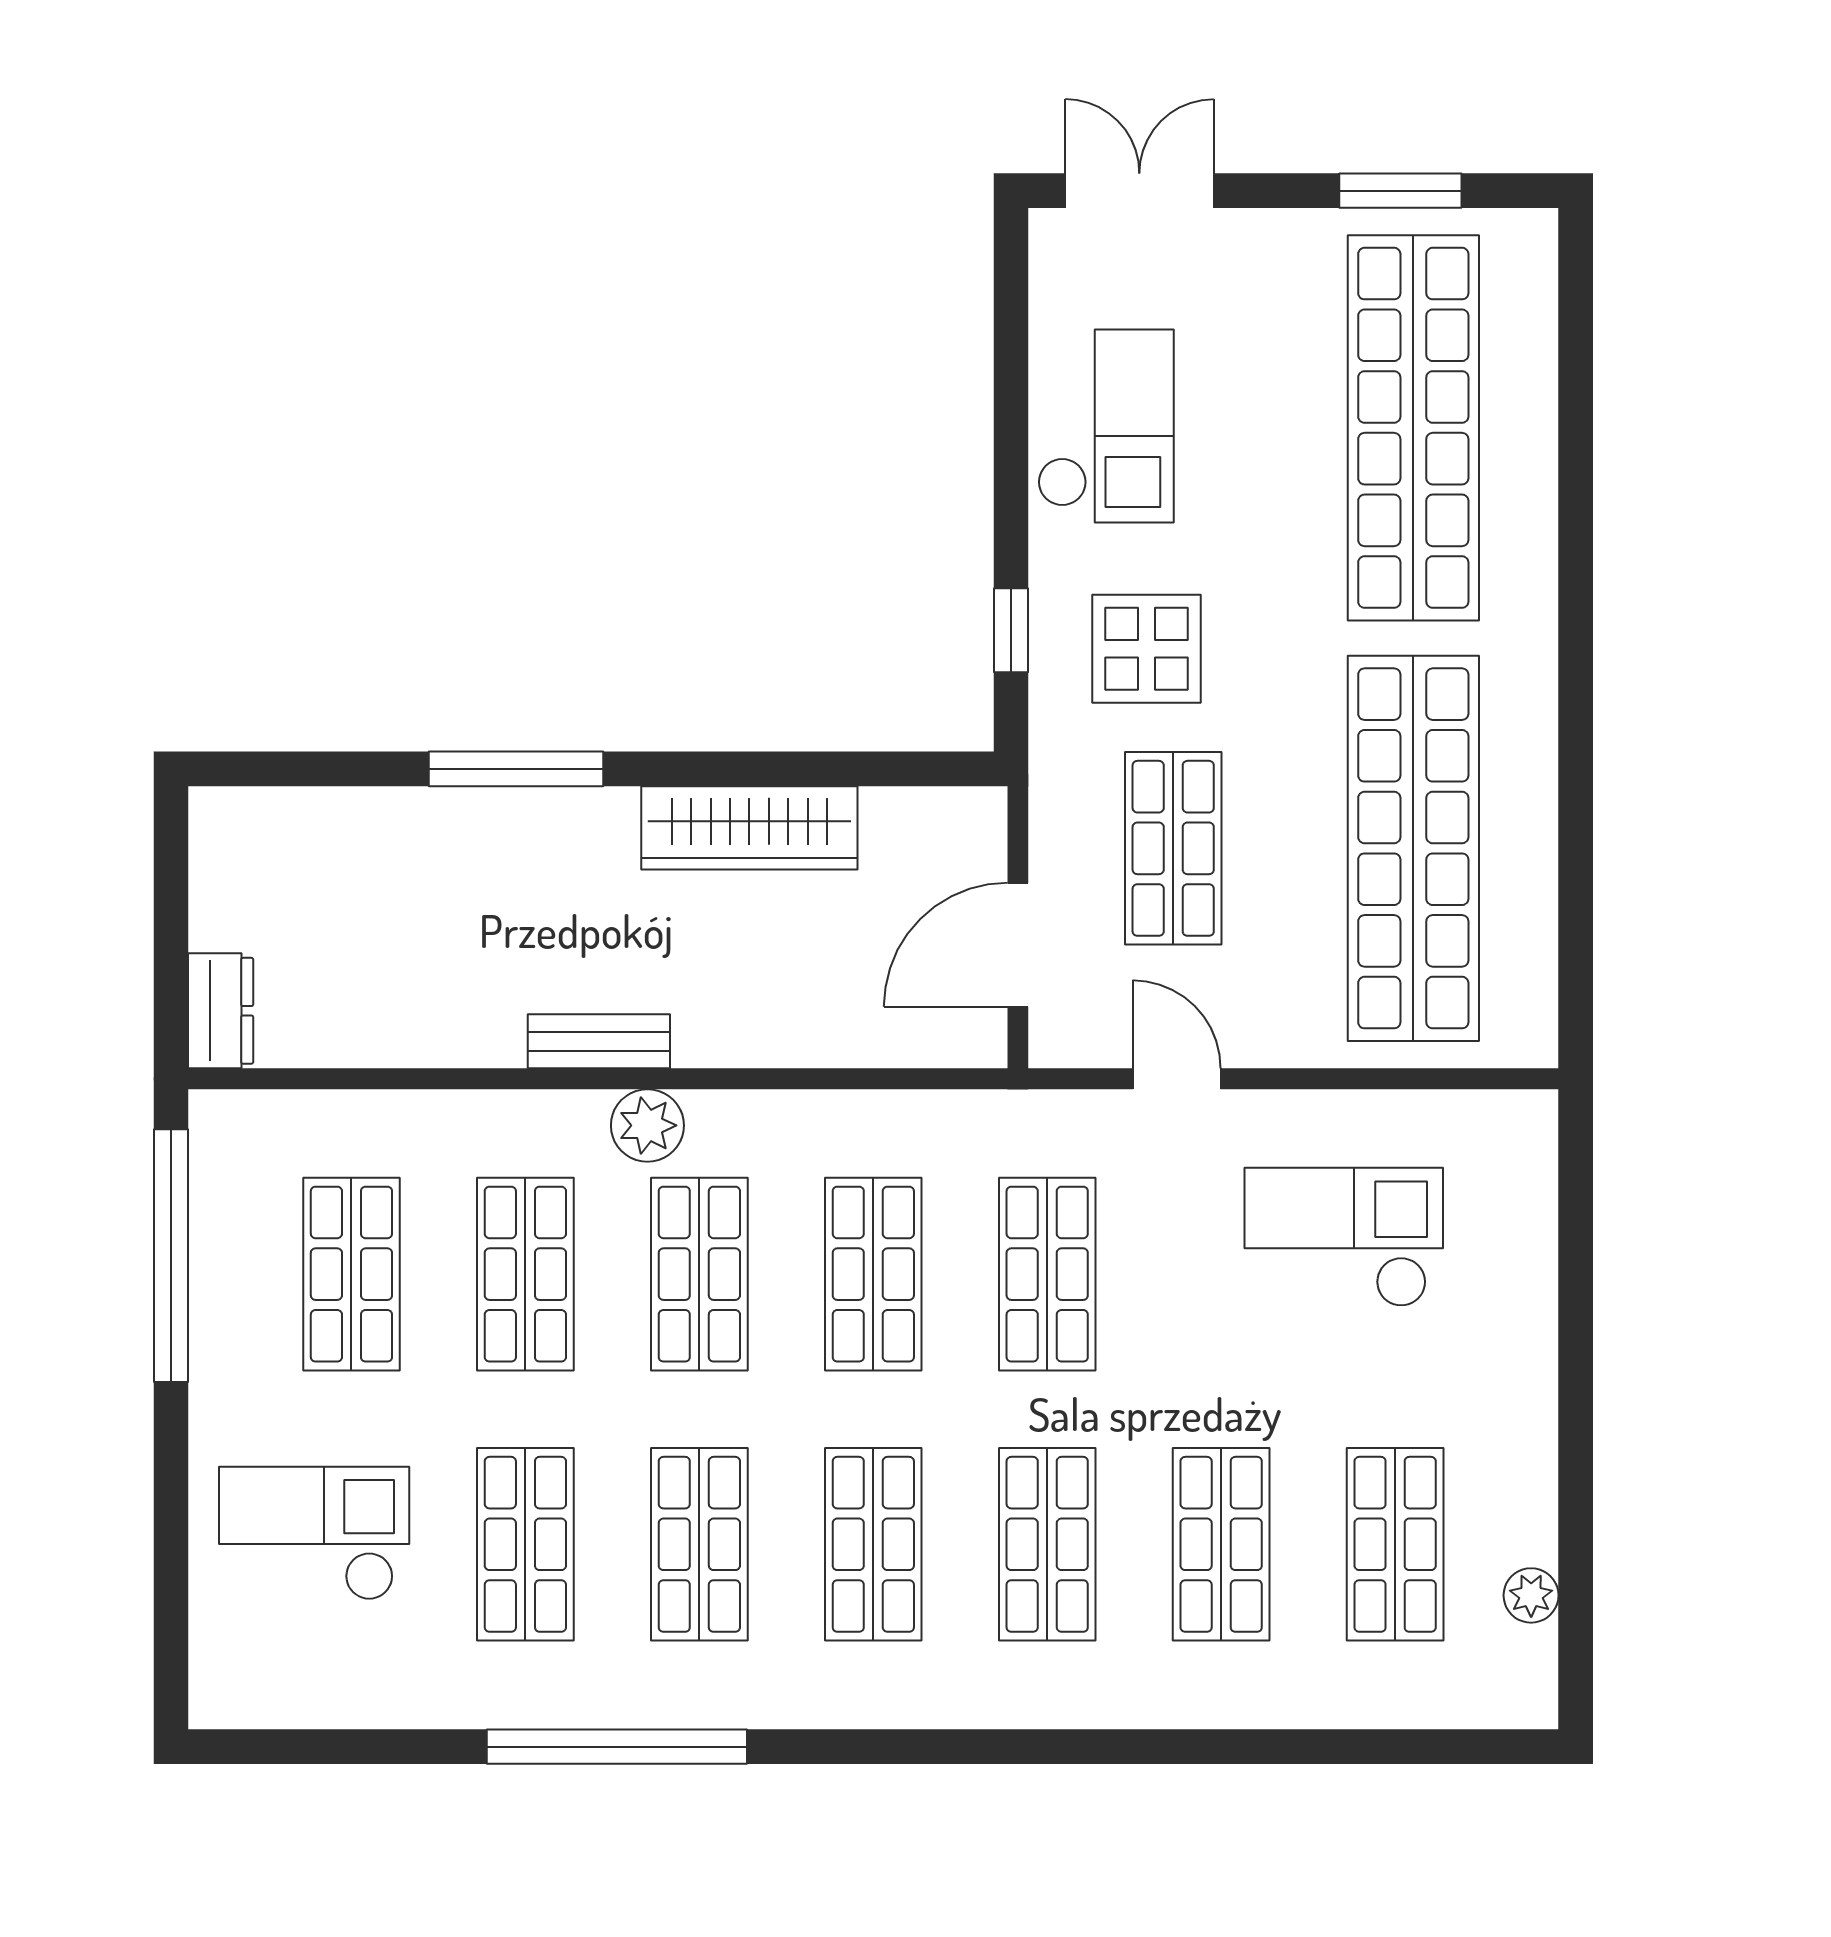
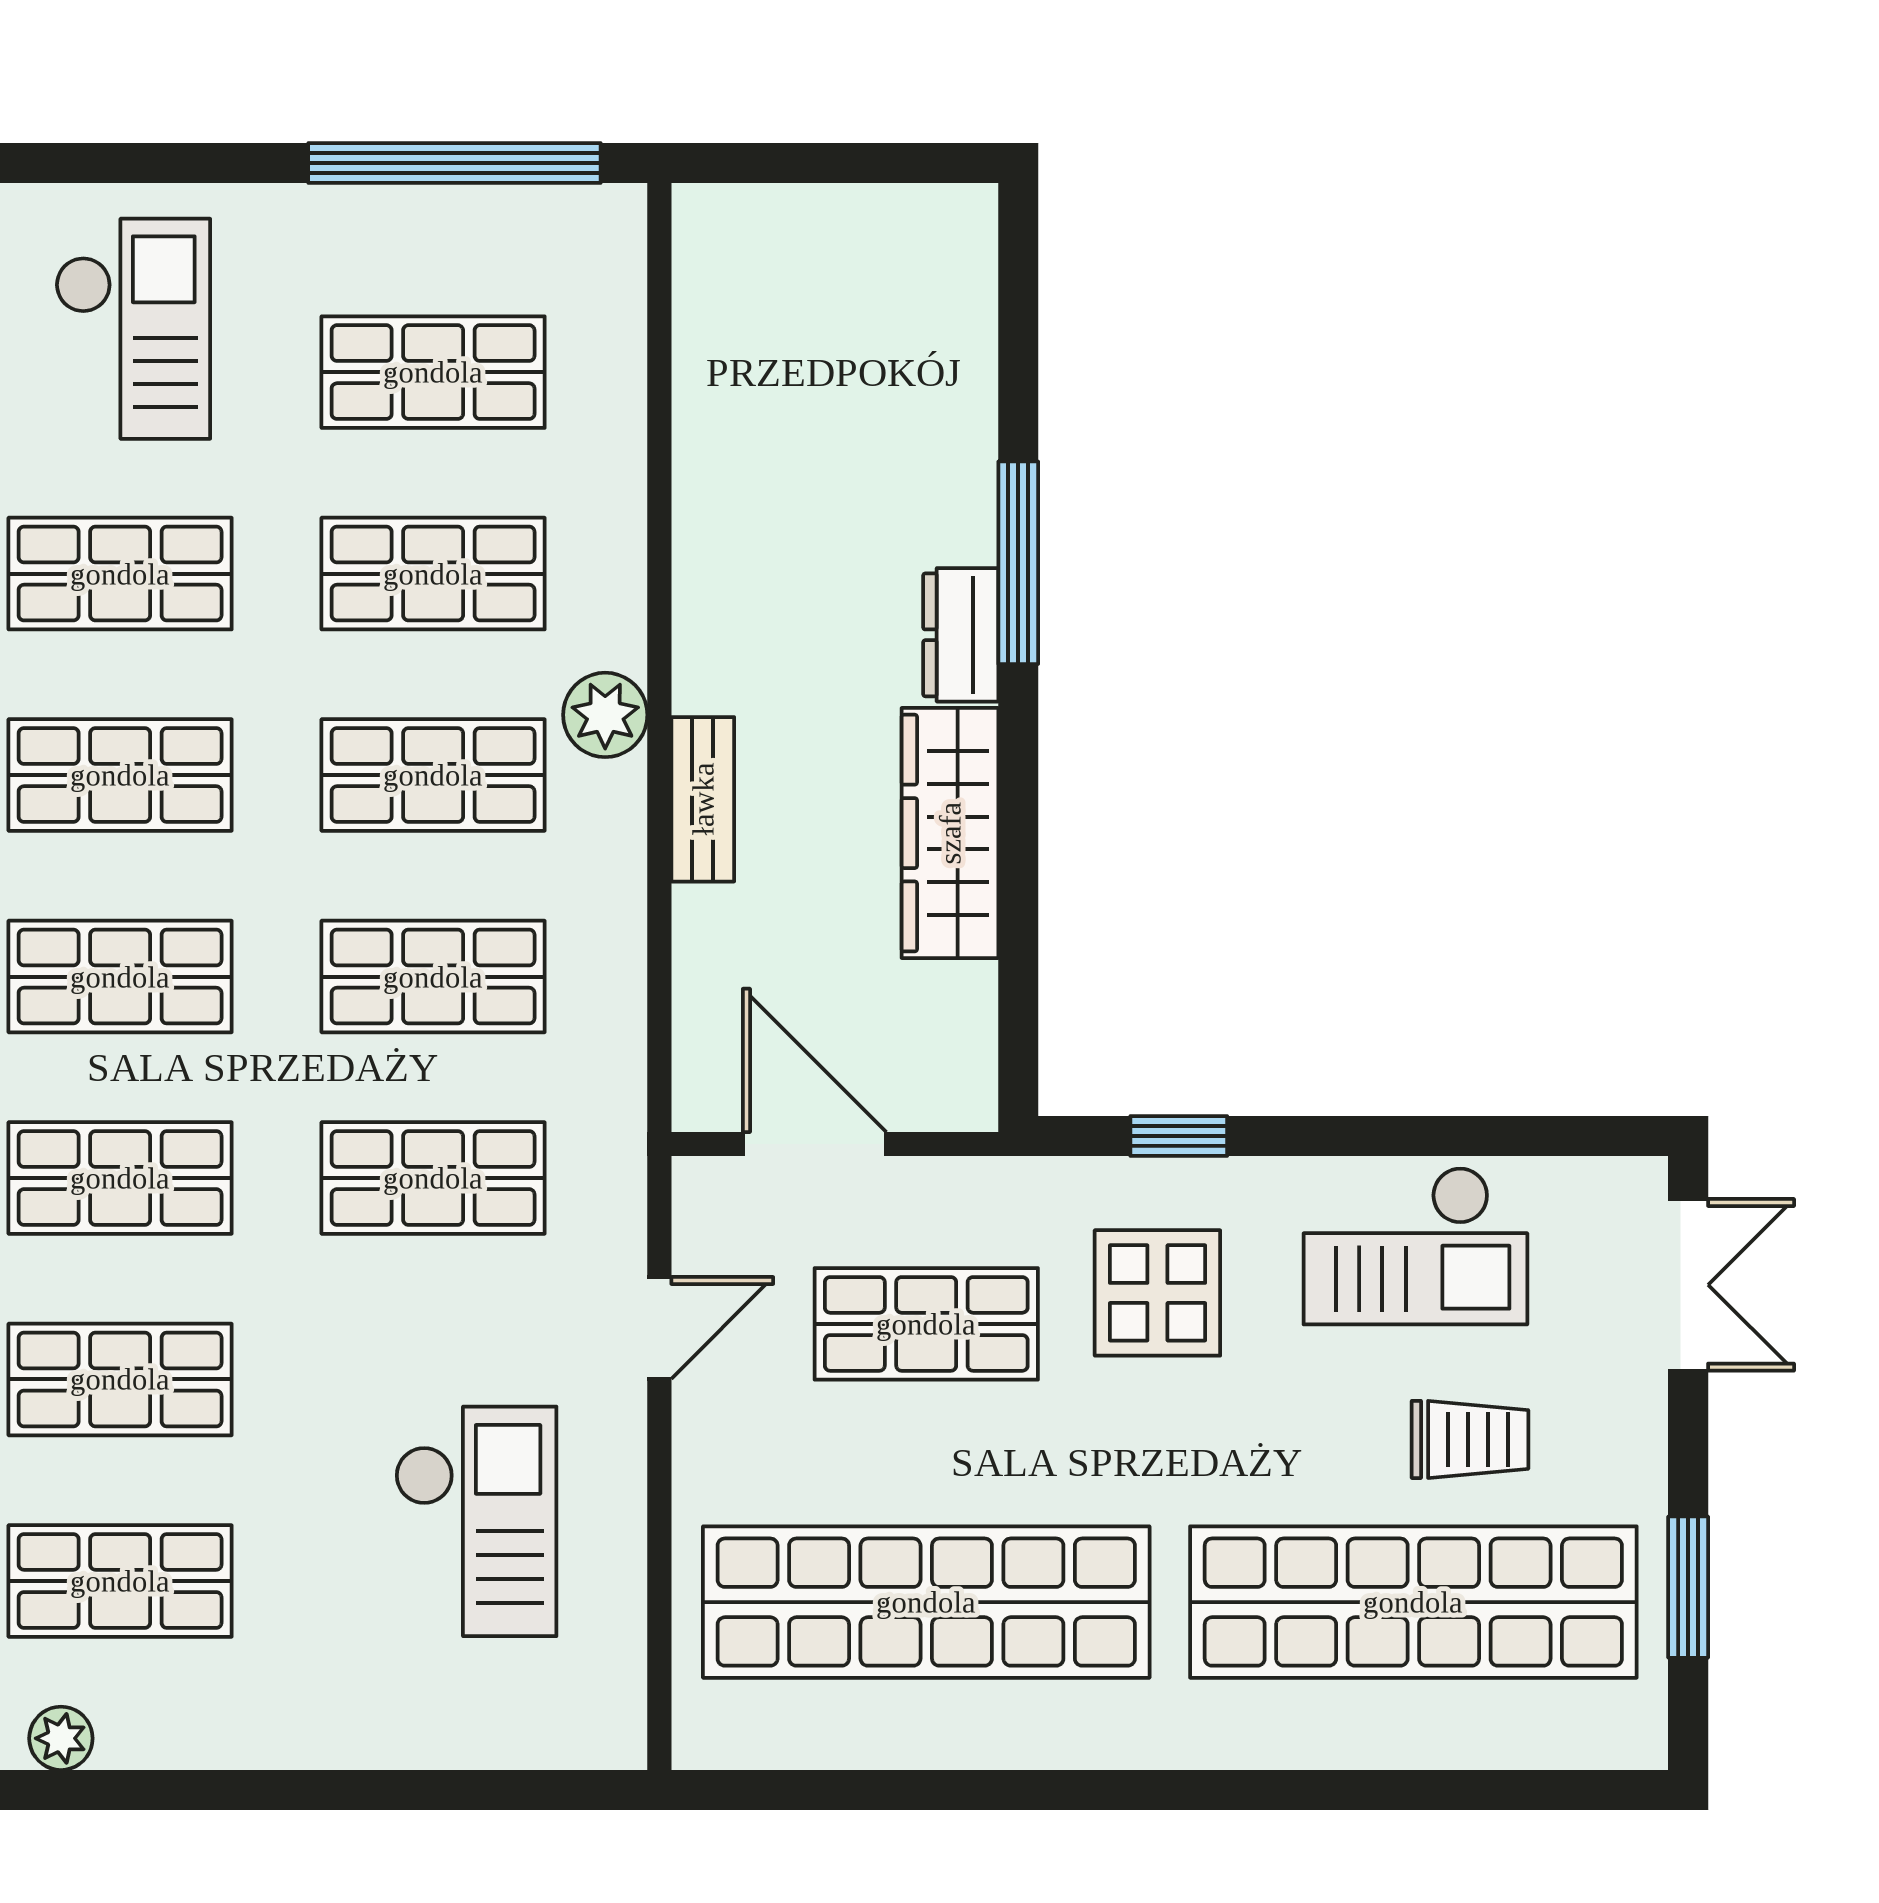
trolley: (1273, 379) -> (1470, 1439), added
dresser: (221, 1011) -> (961, 635), moved, turned 90
bench: (599, 1041) -> (703, 799), moved

